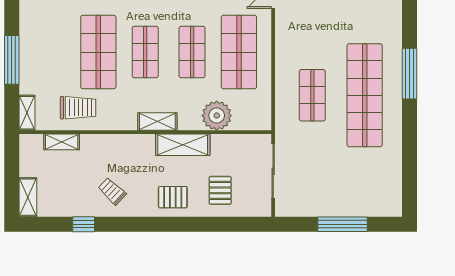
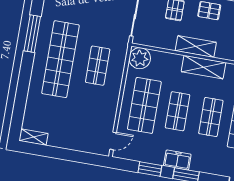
window: (409, 74) -> (32, 34), moved
plant: (217, 116) -> (140, 58), moved
shelving: (157, 121) -> (204, 67), width x1.50, depth x1.33

